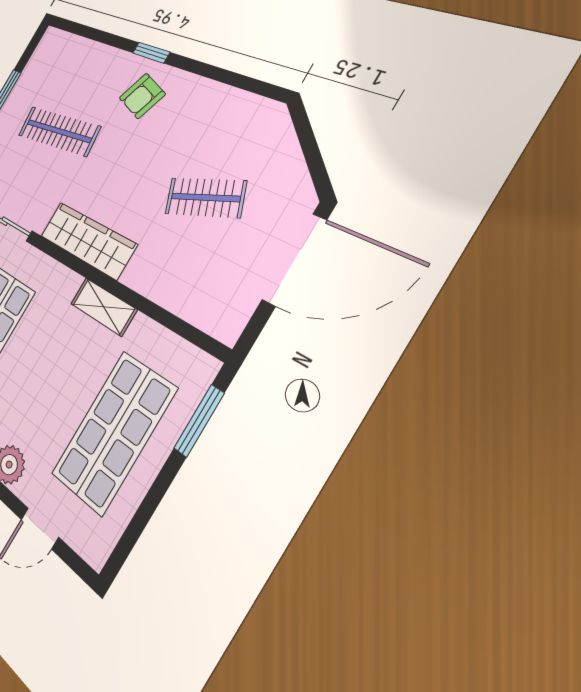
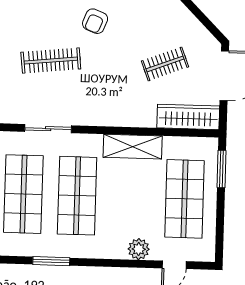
wardrobe: (88, 240) -> (188, 117), moved
shelving: (103, 307) -> (133, 147), width x1.50, depth x1.33

